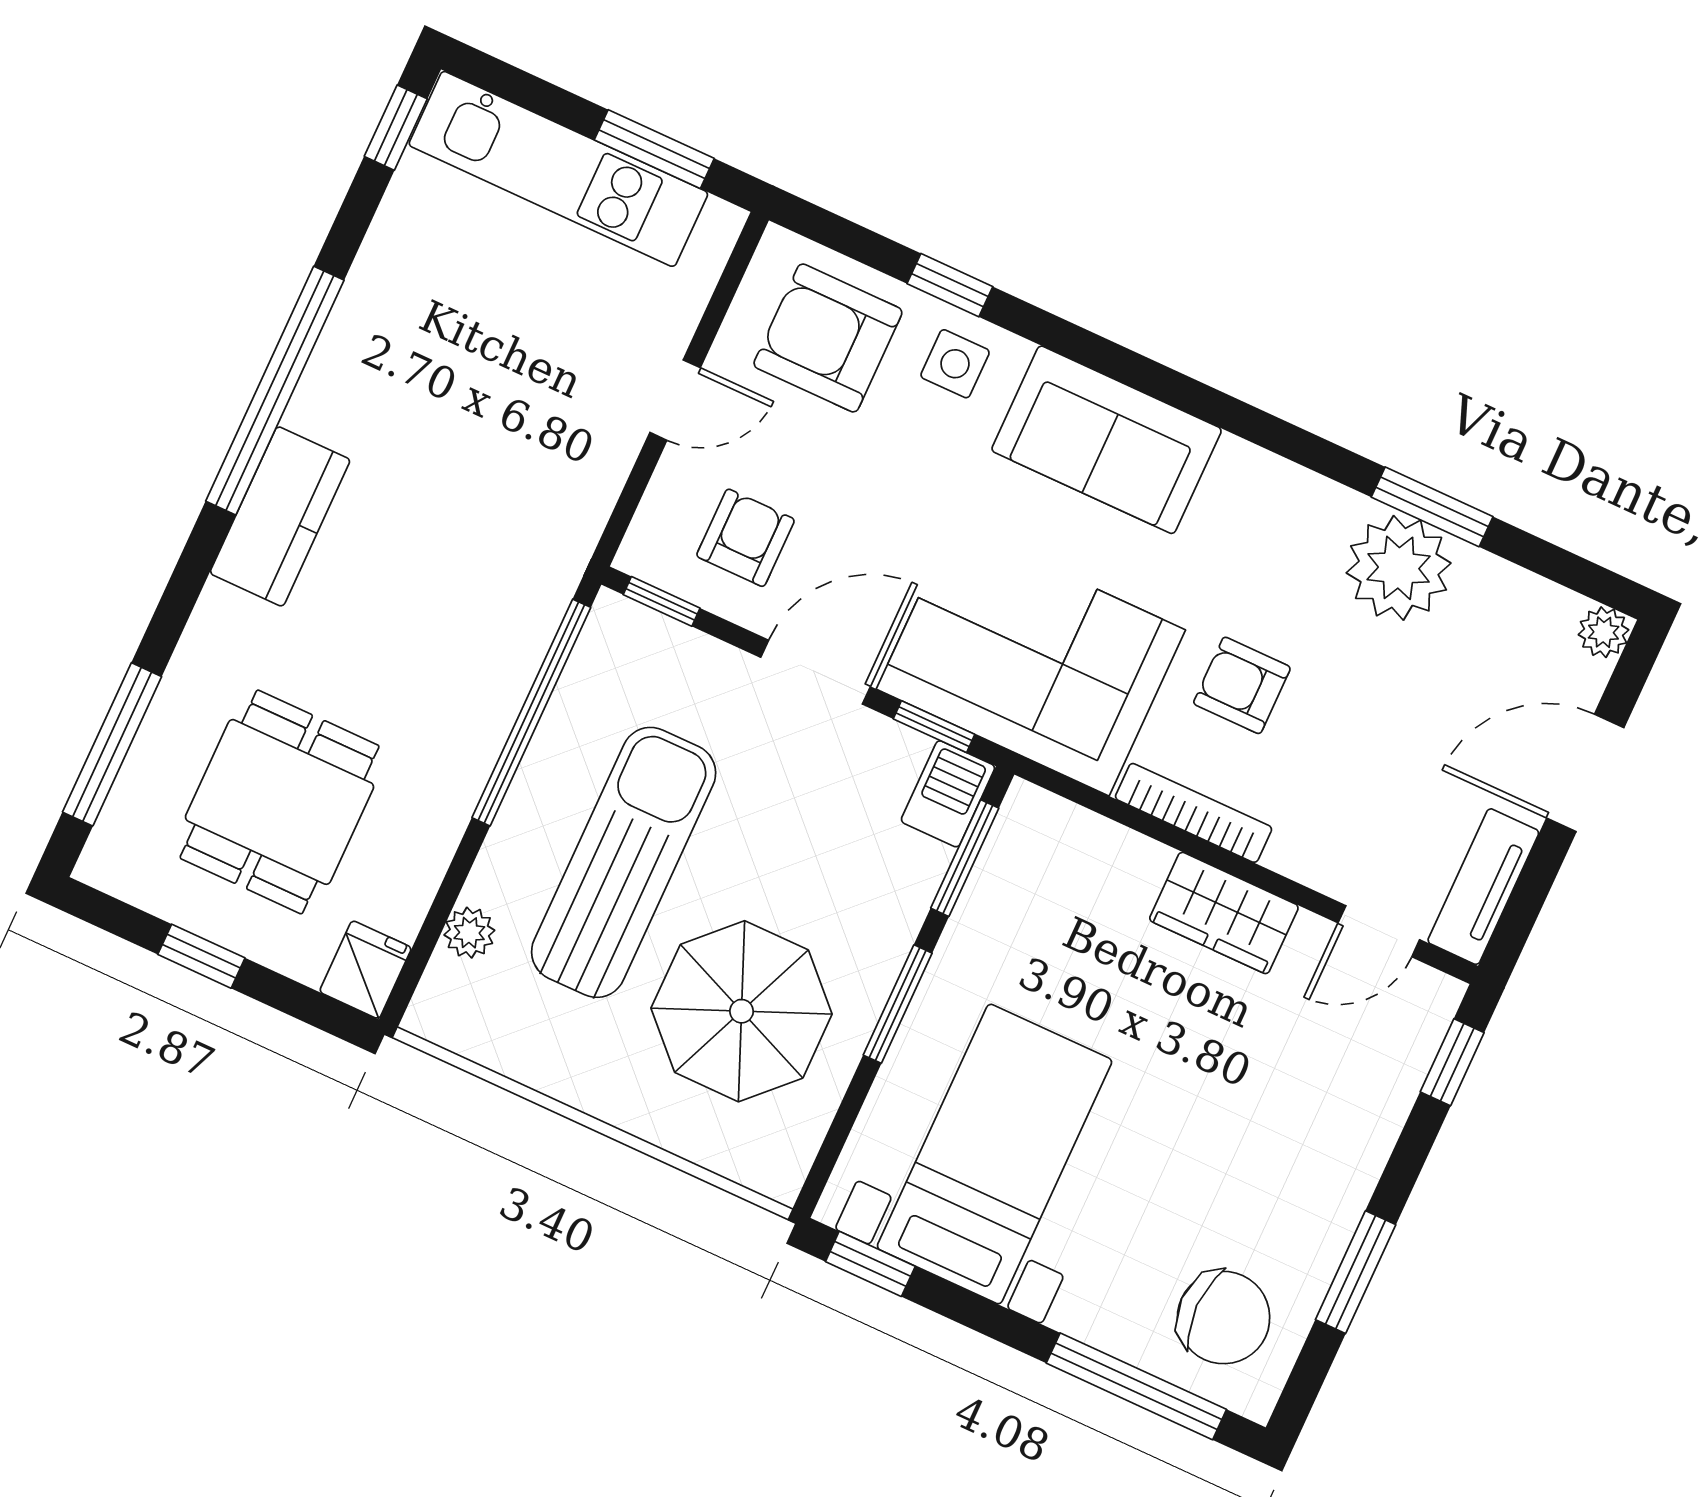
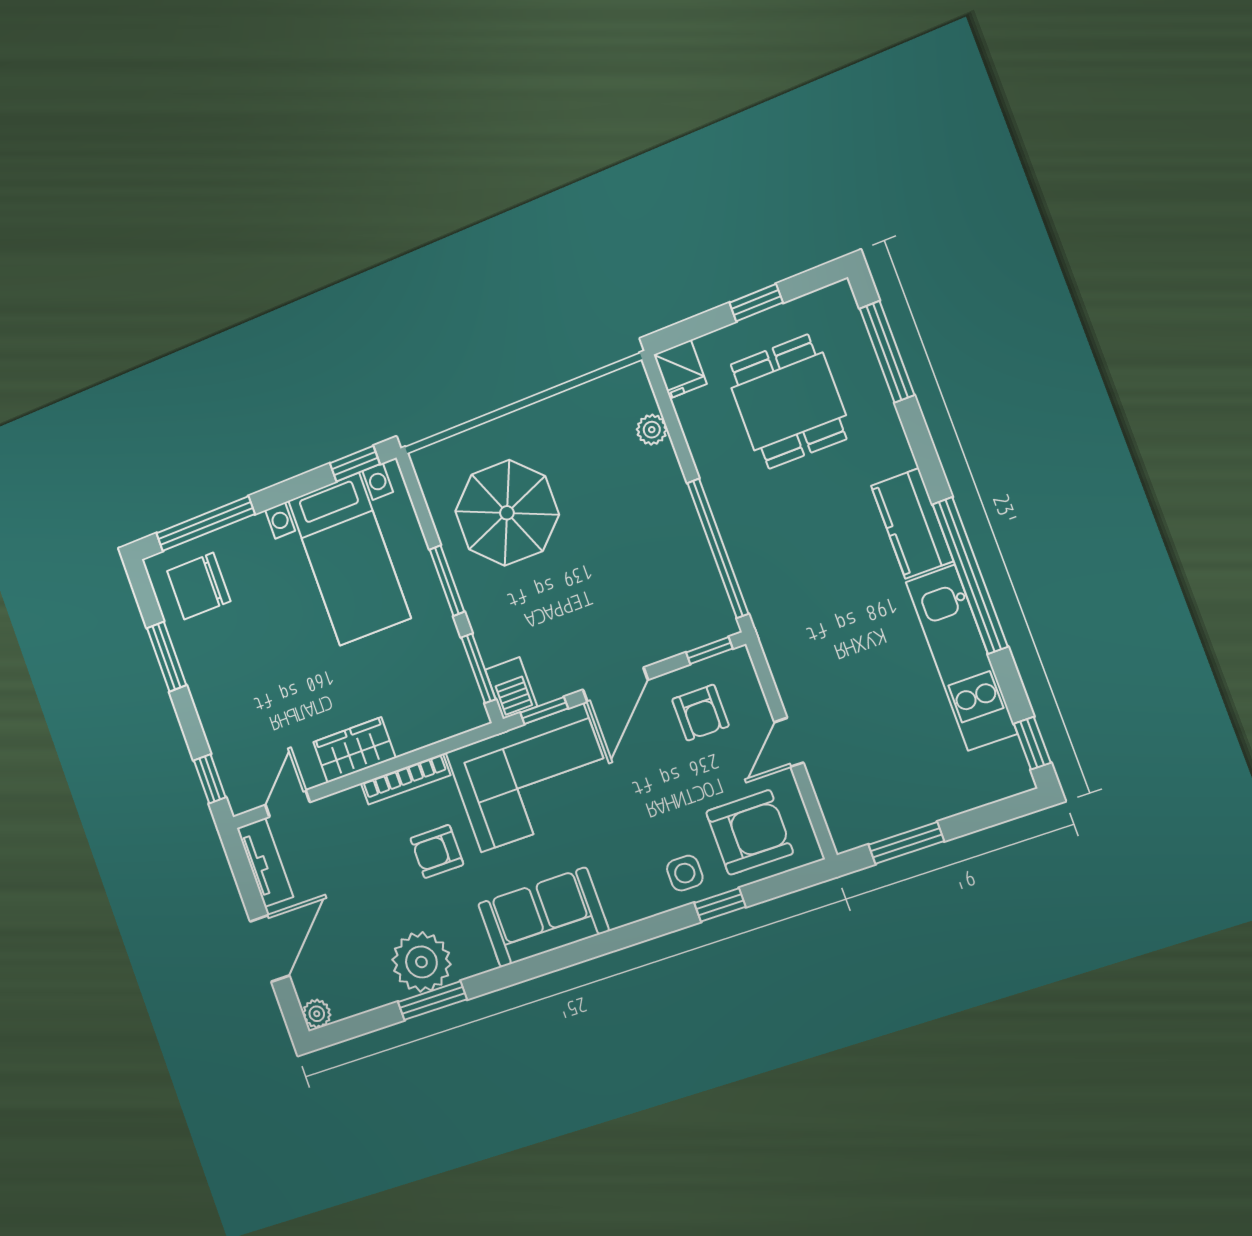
kitchen unit: (558, 169) -> (961, 658), moved, turned -90
sofa: (1107, 440) -> (543, 917), moved
armchair: (1242, 685) -> (437, 851), turned 180
sun lounger: (624, 862) -> (616, 525), removed

